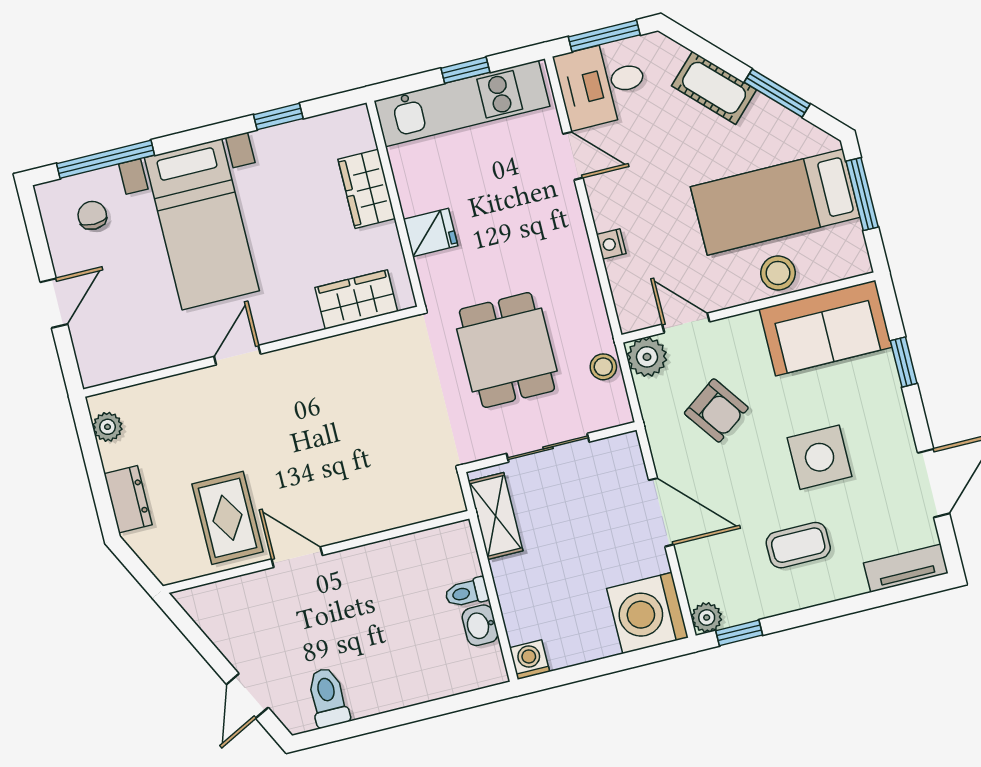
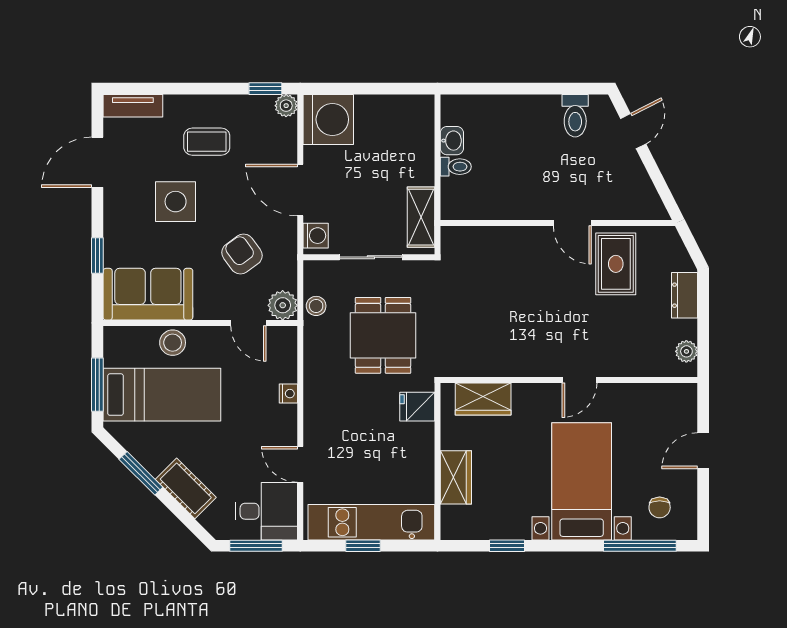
fridge: (431, 233) -> (417, 407), moved
washing machine: (530, 660) -> (316, 236), moved, turned -90

